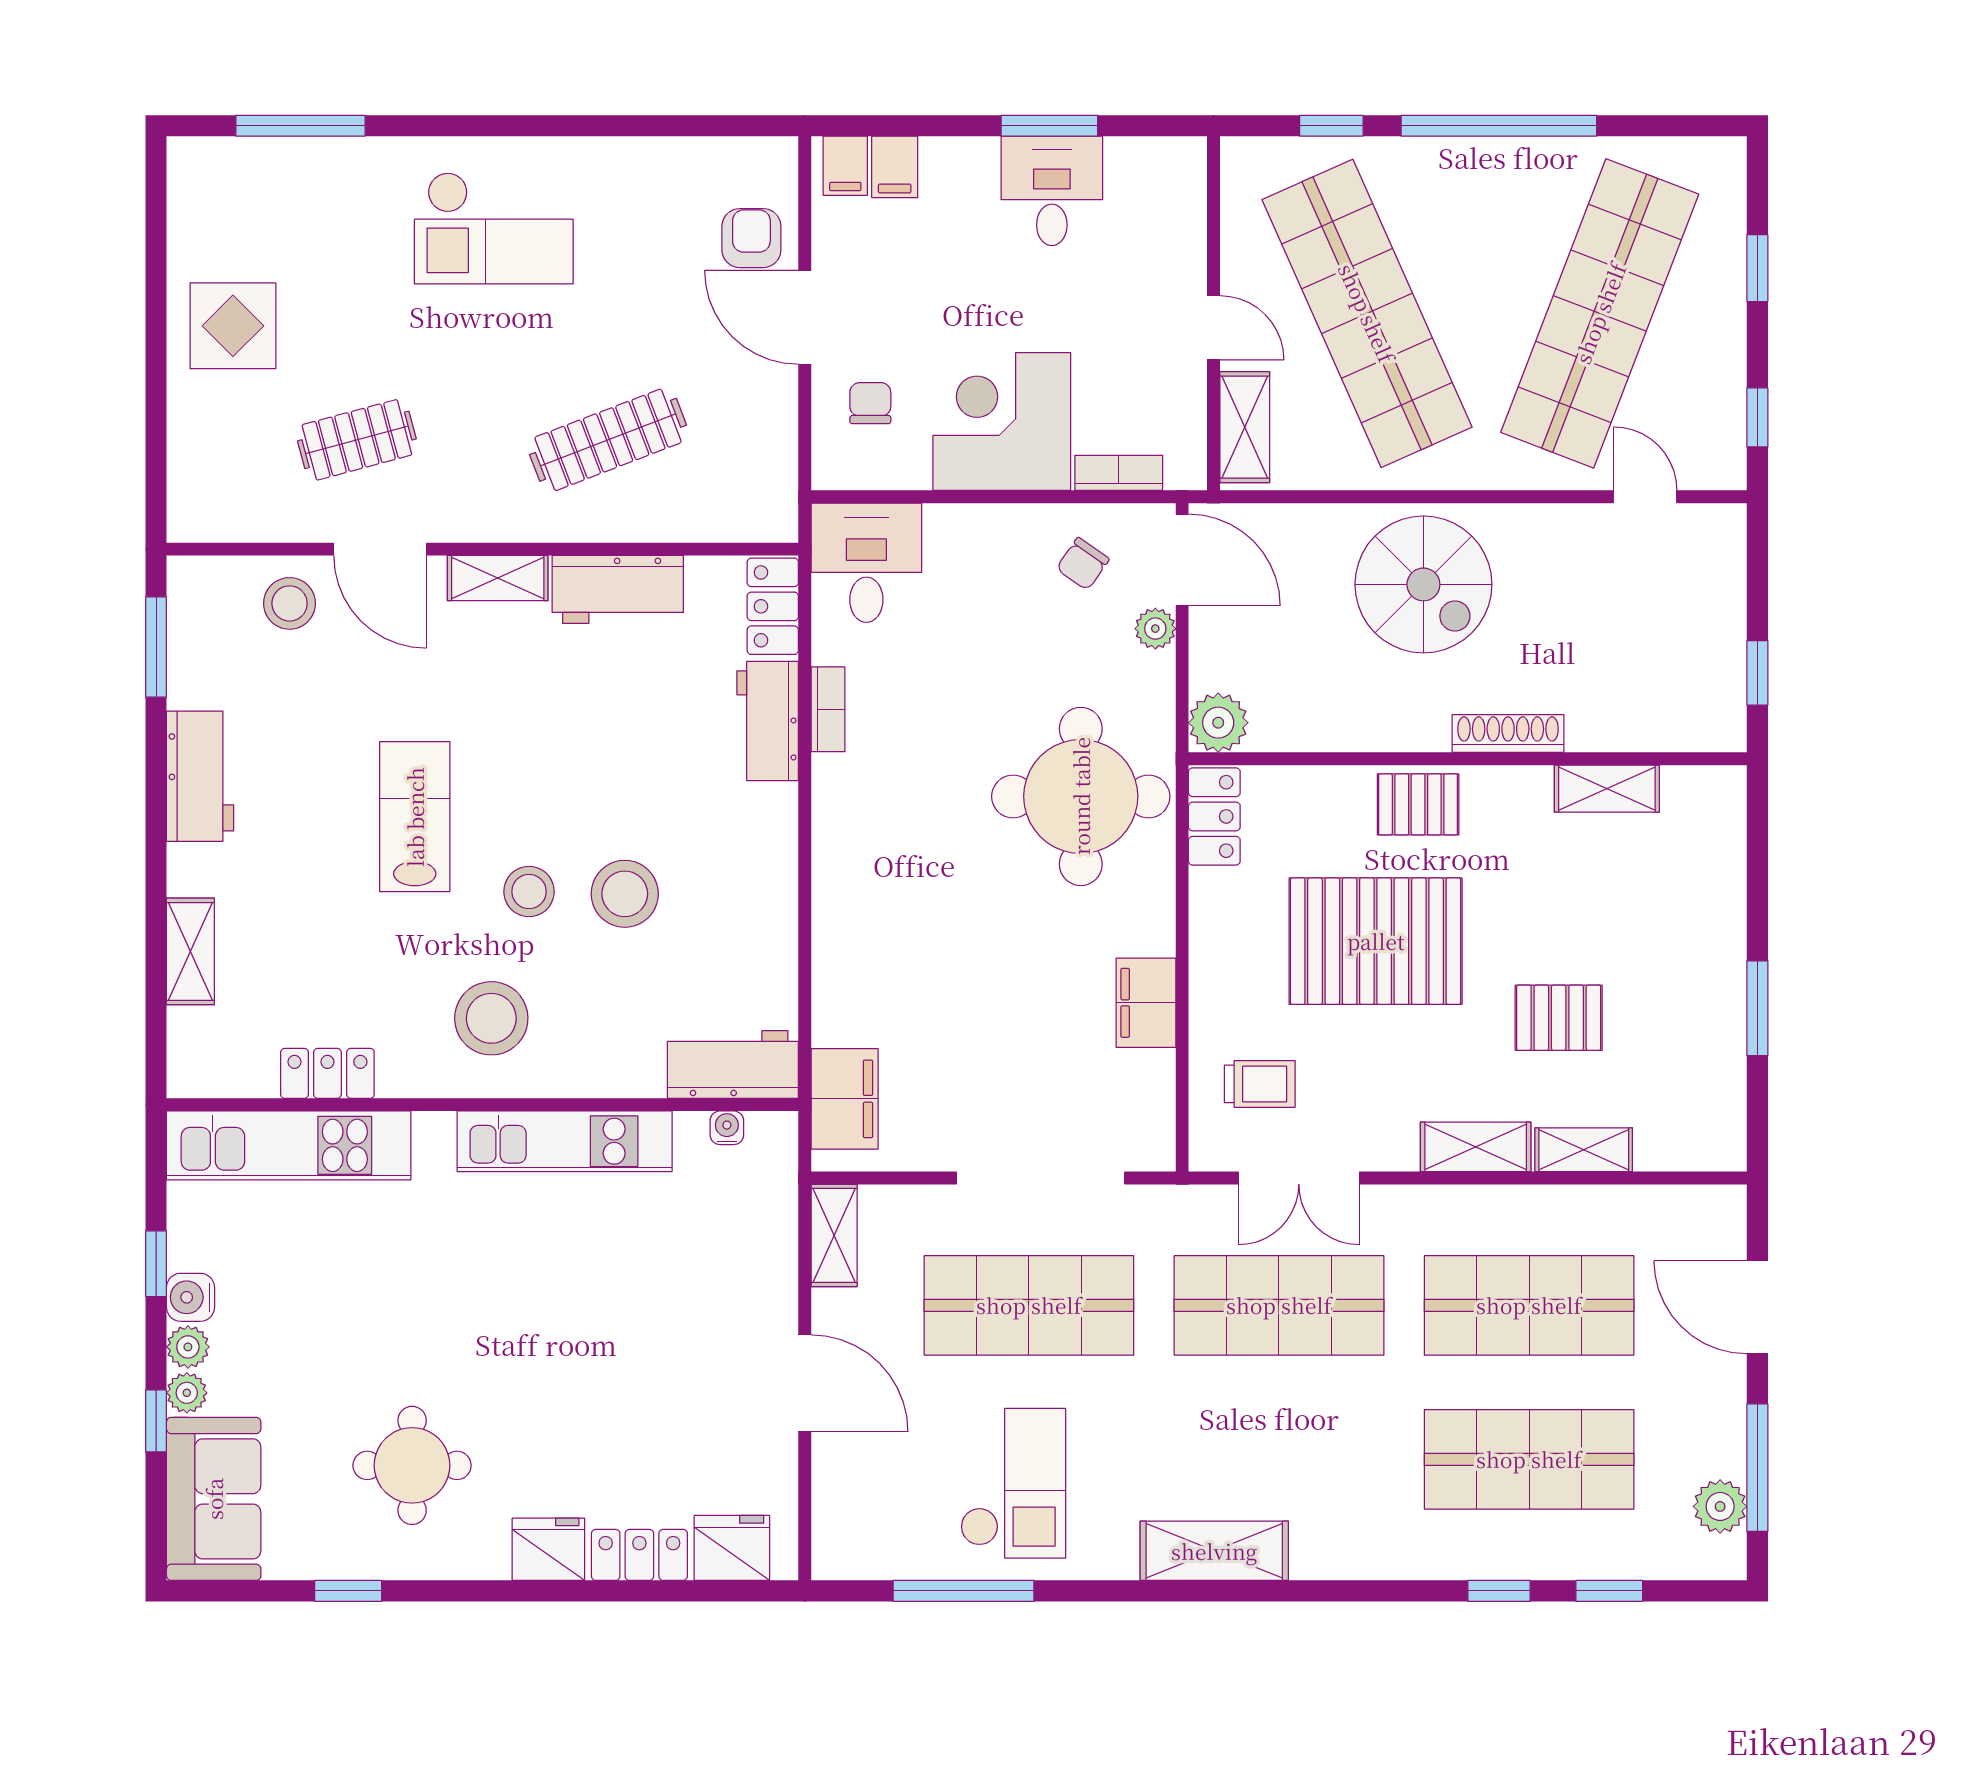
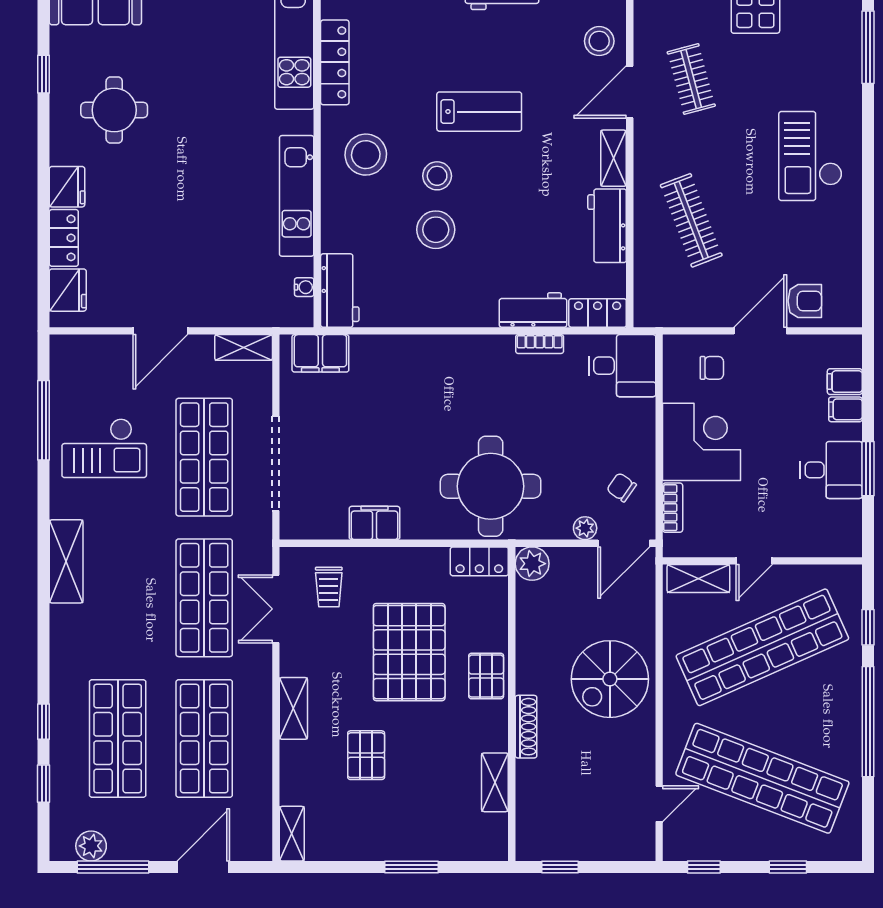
filing cabinet: (845, 166) -> (845, 409), moved
window: (1757, 1008) -> (411, 867), moved
locker: (327, 1073) -> (335, 62), width x1.53
shelving: (1584, 1150) -> (292, 834), moved

